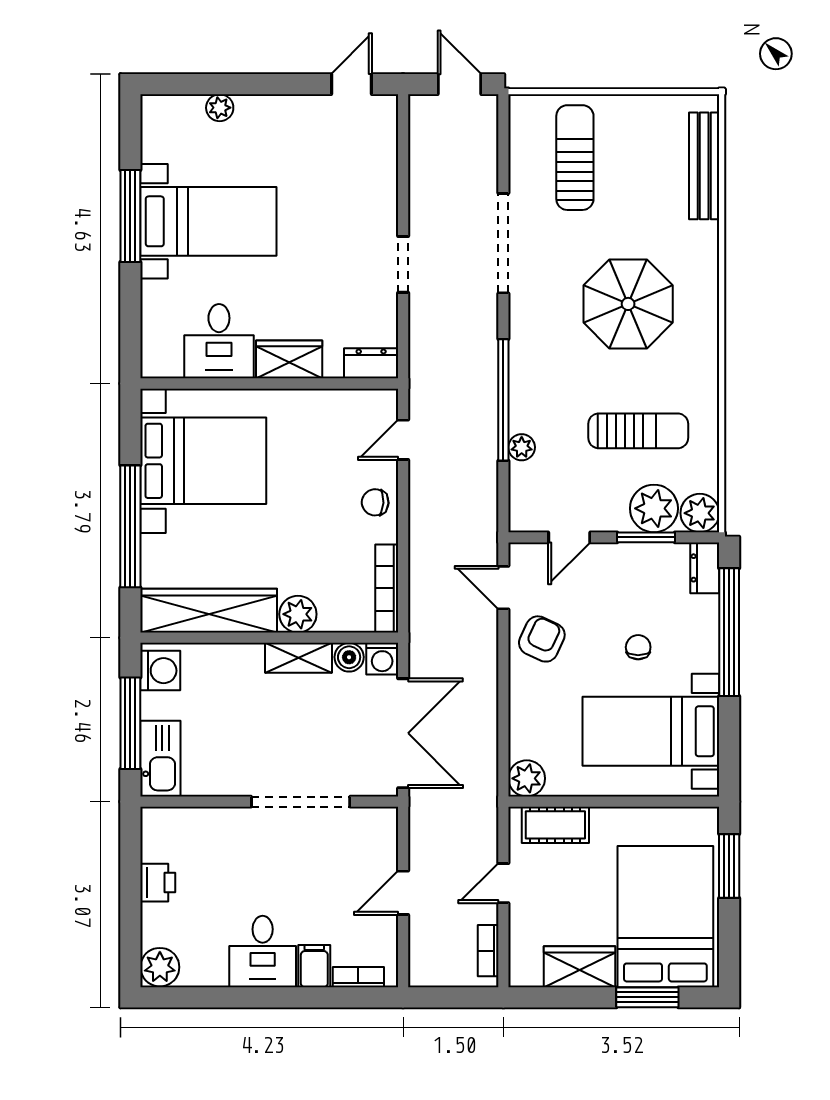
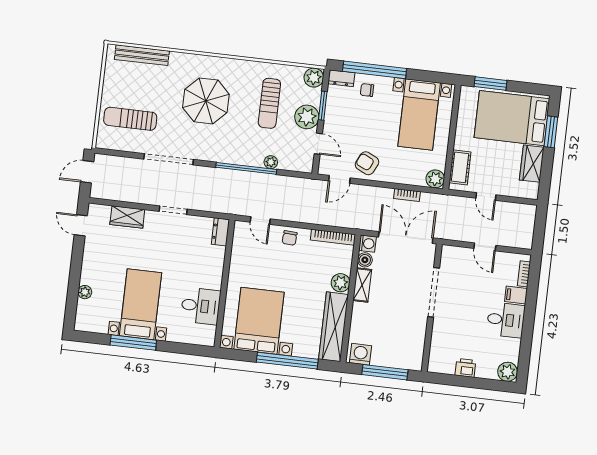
wardrobe: (289, 359) -> (127, 217), moved, turned -90
sun lounger: (638, 431) -> (269, 103), turned 180
plant: (654, 508) -> (307, 117), moved
chair: (638, 647) -> (367, 90), moved
kitchen sink: (160, 759) -> (404, 359), removed
bookcase: (488, 951) -> (407, 195), moved

